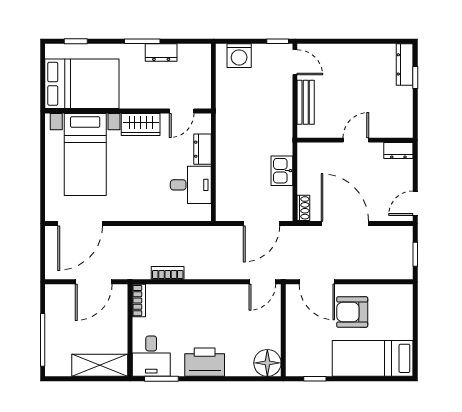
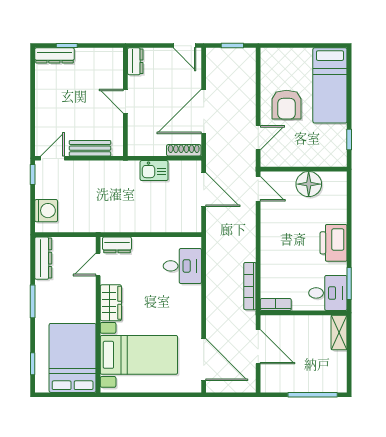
dresser: (161, 52) -> (43, 258), moved, width x1.44
door: (182, 111) -> (98, 264), swing flipped
dresser: (202, 149) -> (117, 245), moved
desk: (191, 185) -> (182, 266), moved, turned 90
shoe rack: (303, 208) -> (184, 150), width x1.43
bookcase: (168, 273) -> (250, 286), width x1.56
door: (317, 282) -> (258, 138), width x0.73
floor lamp: (267, 363) -> (309, 184), moved
shelving: (100, 365) -> (339, 332), width x0.67, depth x0.75

